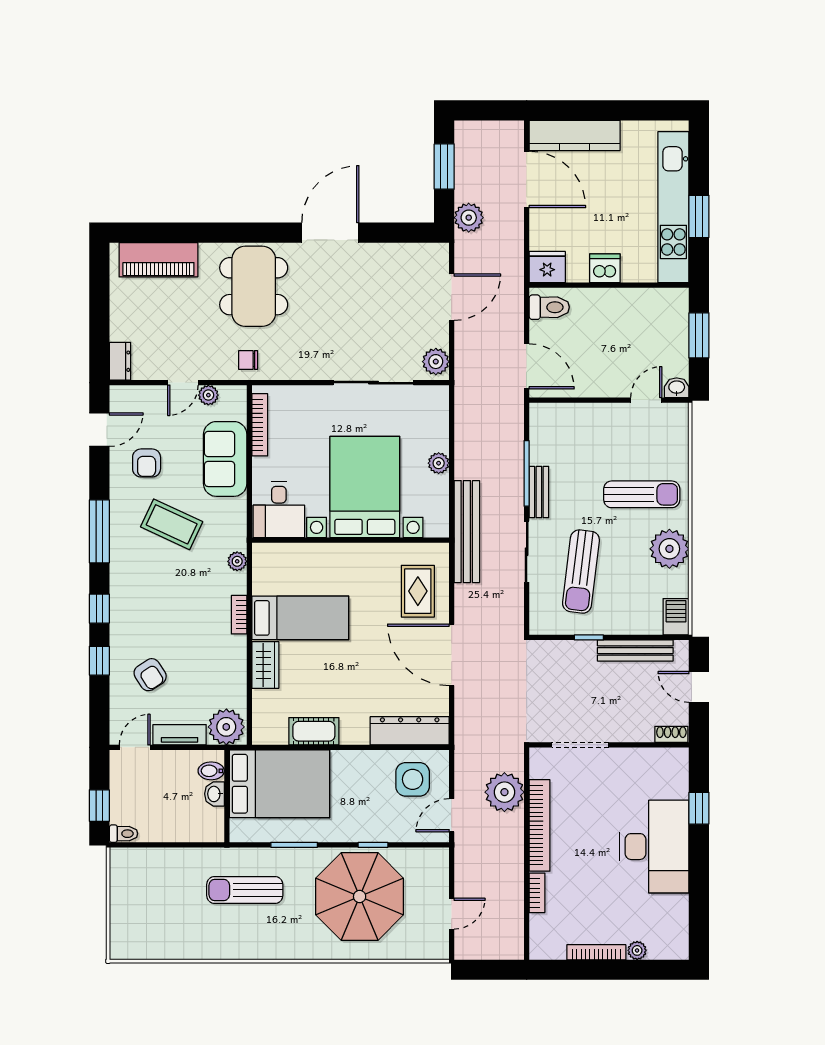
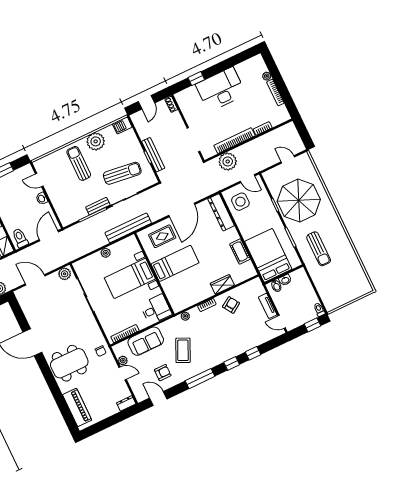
washbasin: (677, 388) -> (42, 198), moved
bed with nightstands: (365, 487) -> (130, 278), width x0.73
bed: (300, 618) -> (175, 263), moved, turned 90
bench: (635, 651) -> (153, 155), moved
armchair: (150, 675) -> (231, 305), moved
plant: (226, 727) -> (255, 288), removed

